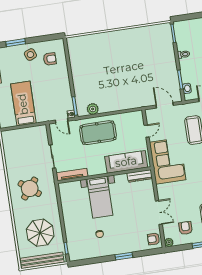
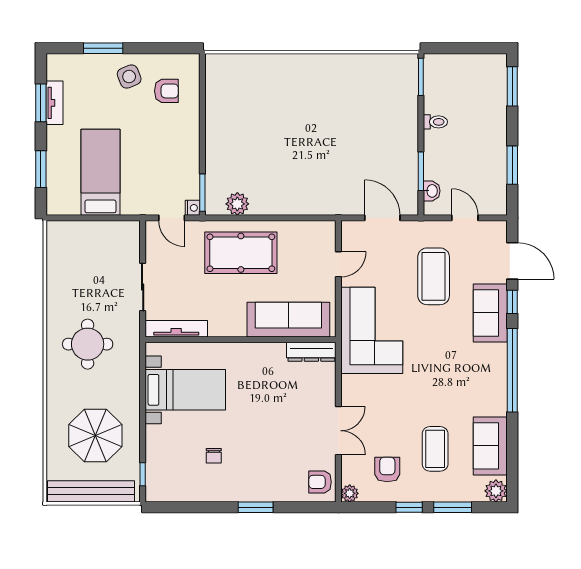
round table: (30, 189) -> (88, 344), turned -38
bed with nightstands: (100, 197) -> (185, 390), moved, turned -90

